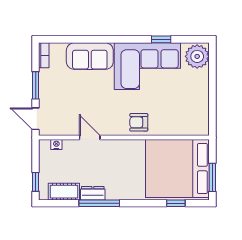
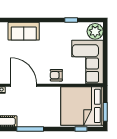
corner sofa: (147, 66) -> (87, 62), moved, turned 90
door: (90, 137) -> (24, 85), width x1.87
dresser: (93, 193) -> (26, 122), removed

